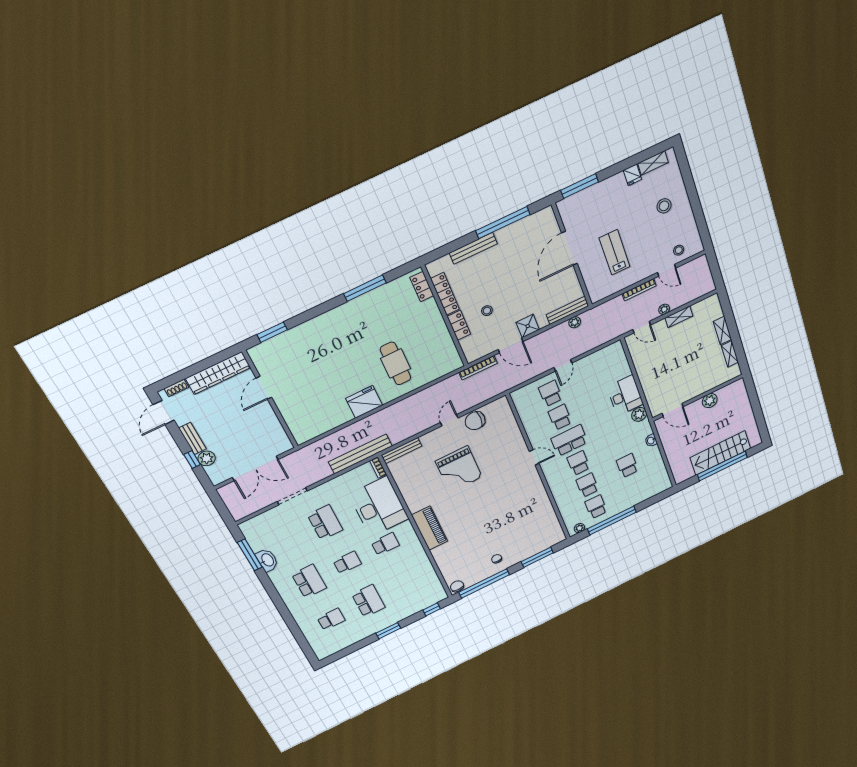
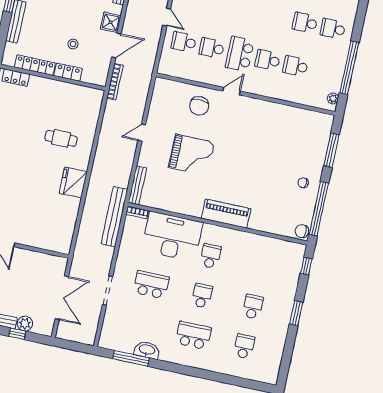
cafe table: (396, 364) -> (61, 138), width x0.73, depth x0.74
door: (449, 420) -> (142, 133), hinge flipped
chair: (475, 421) -> (199, 106), moved
school desk: (596, 507) -> (333, 29), moved
school desk: (368, 601) -> (253, 307), width x0.54

